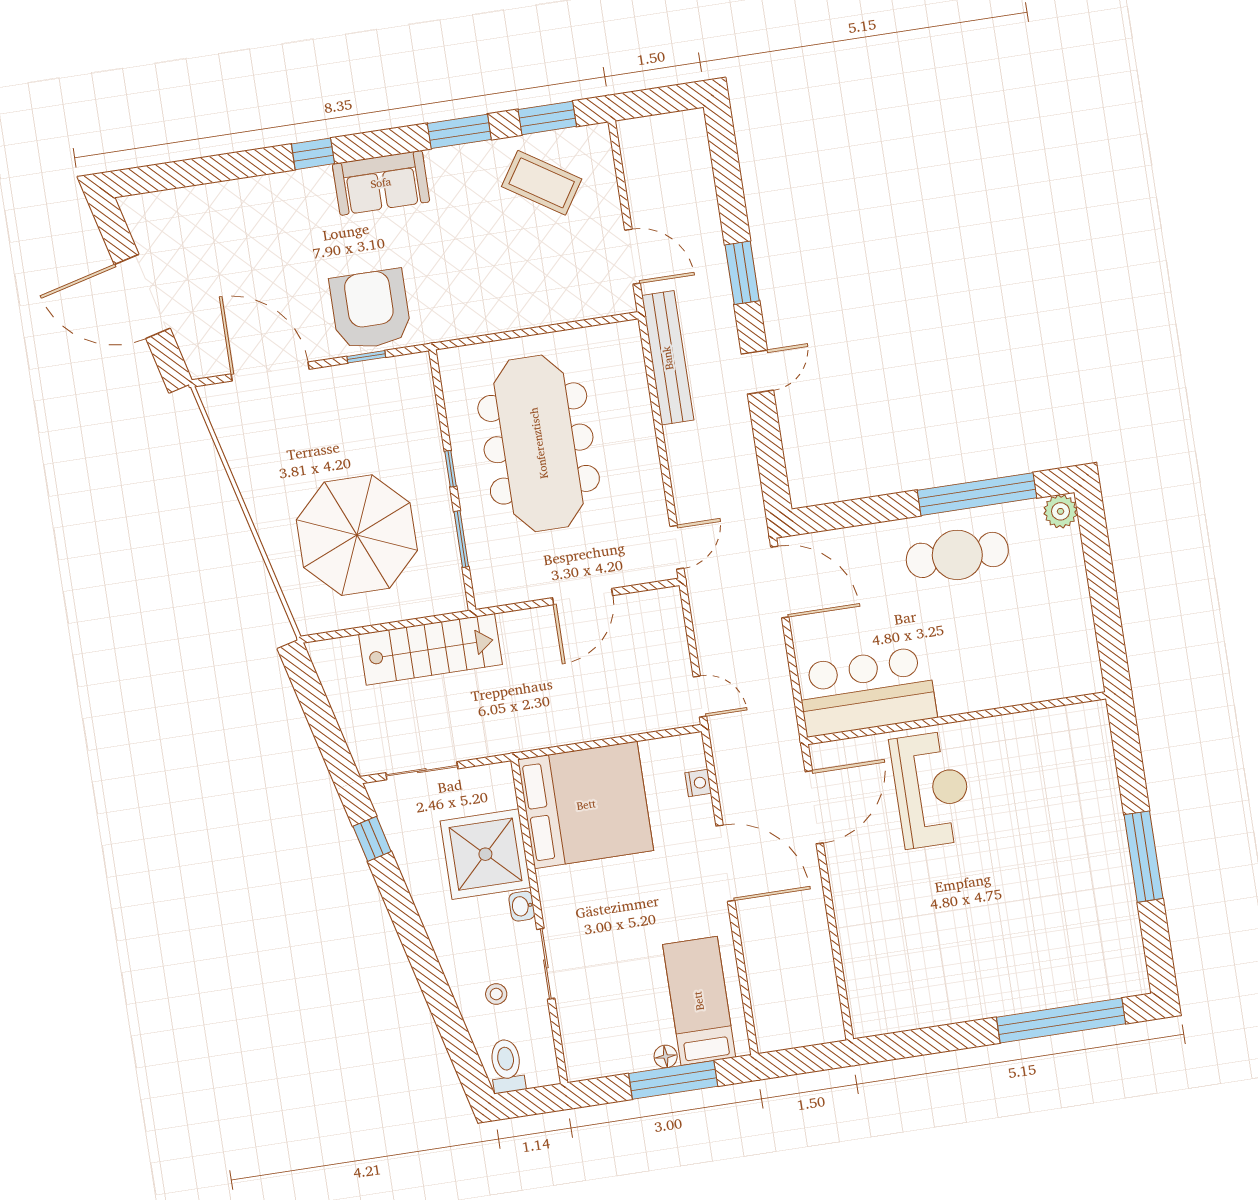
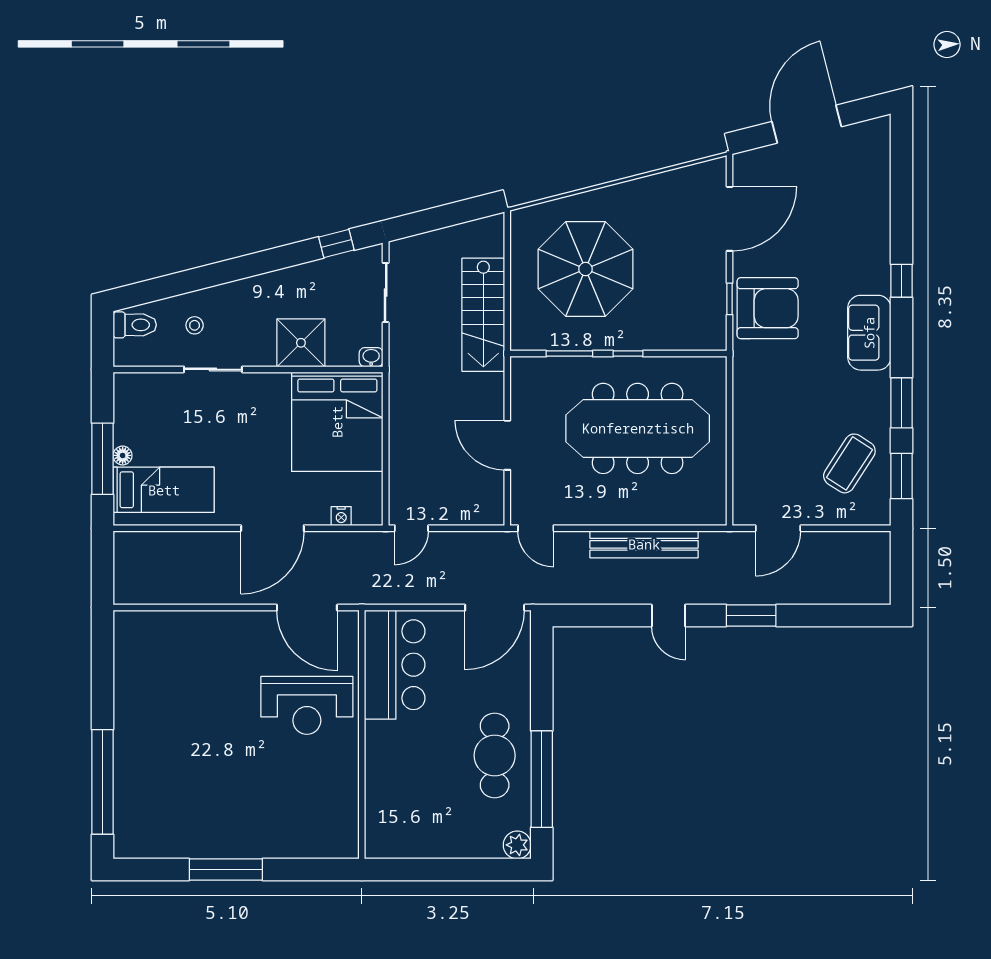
bench: (668, 358) -> (644, 544), moved
shower: (485, 854) -> (301, 343), width x0.73, depth x0.73
washbasin: (522, 906) -> (371, 357), moved

